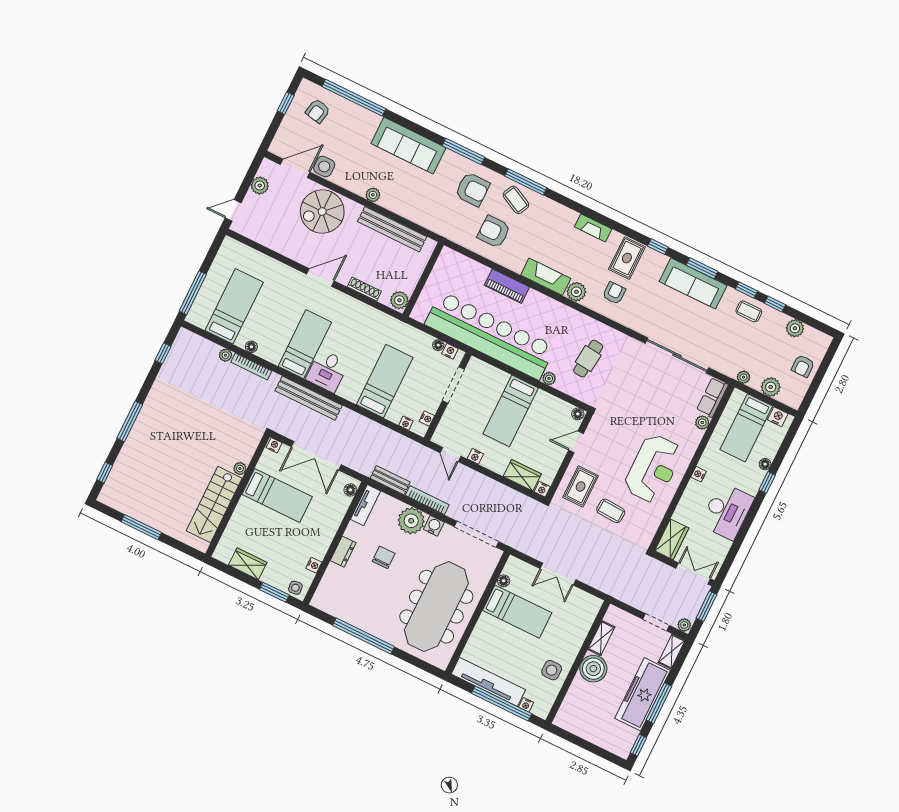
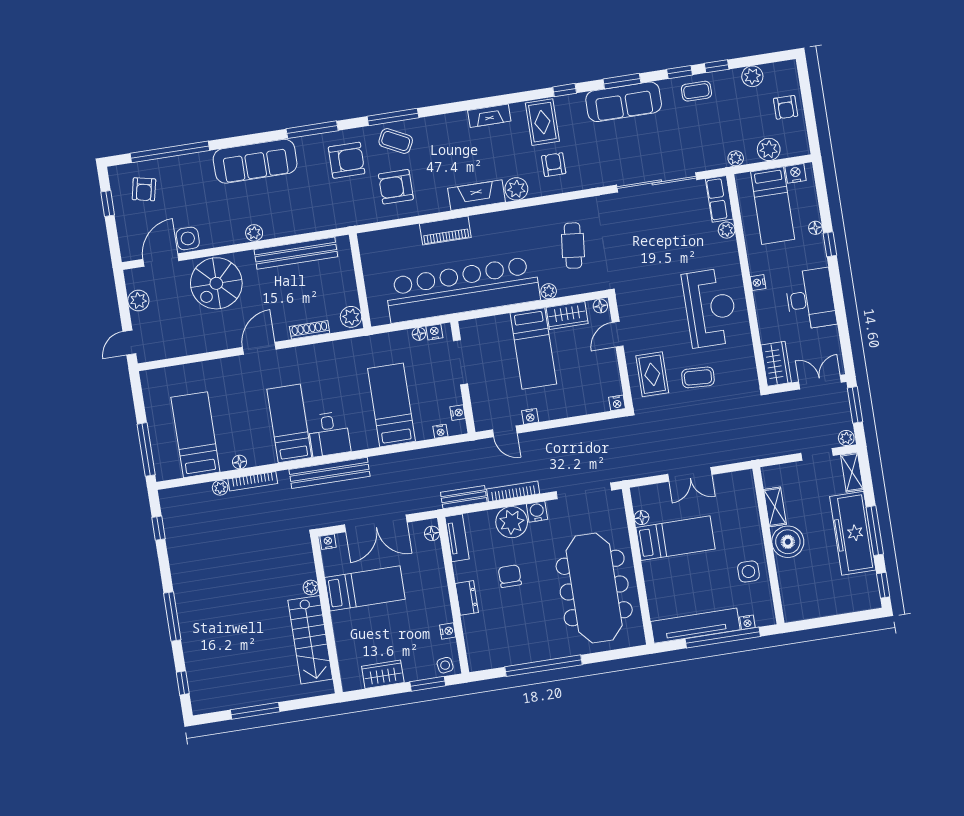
wardrobe: (522, 475) -> (567, 315), moved, turned 180

